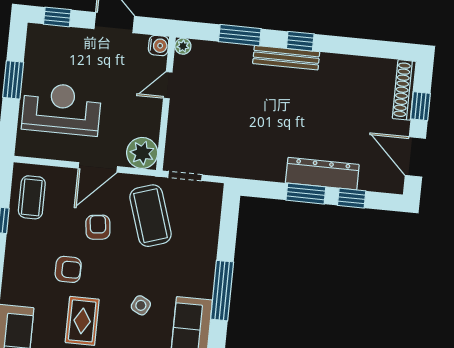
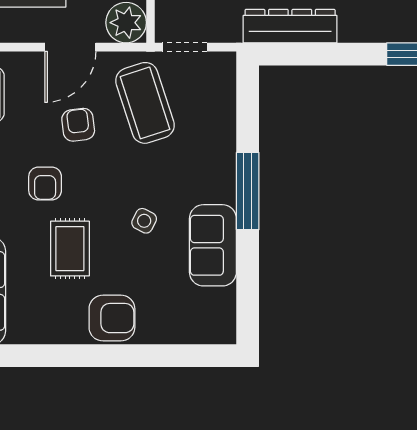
dresser: (322, 174) -> (290, 26), moved
window: (306, 194) -> (344, 54), removed
armchair: (68, 269) -> (45, 184), turned 90

